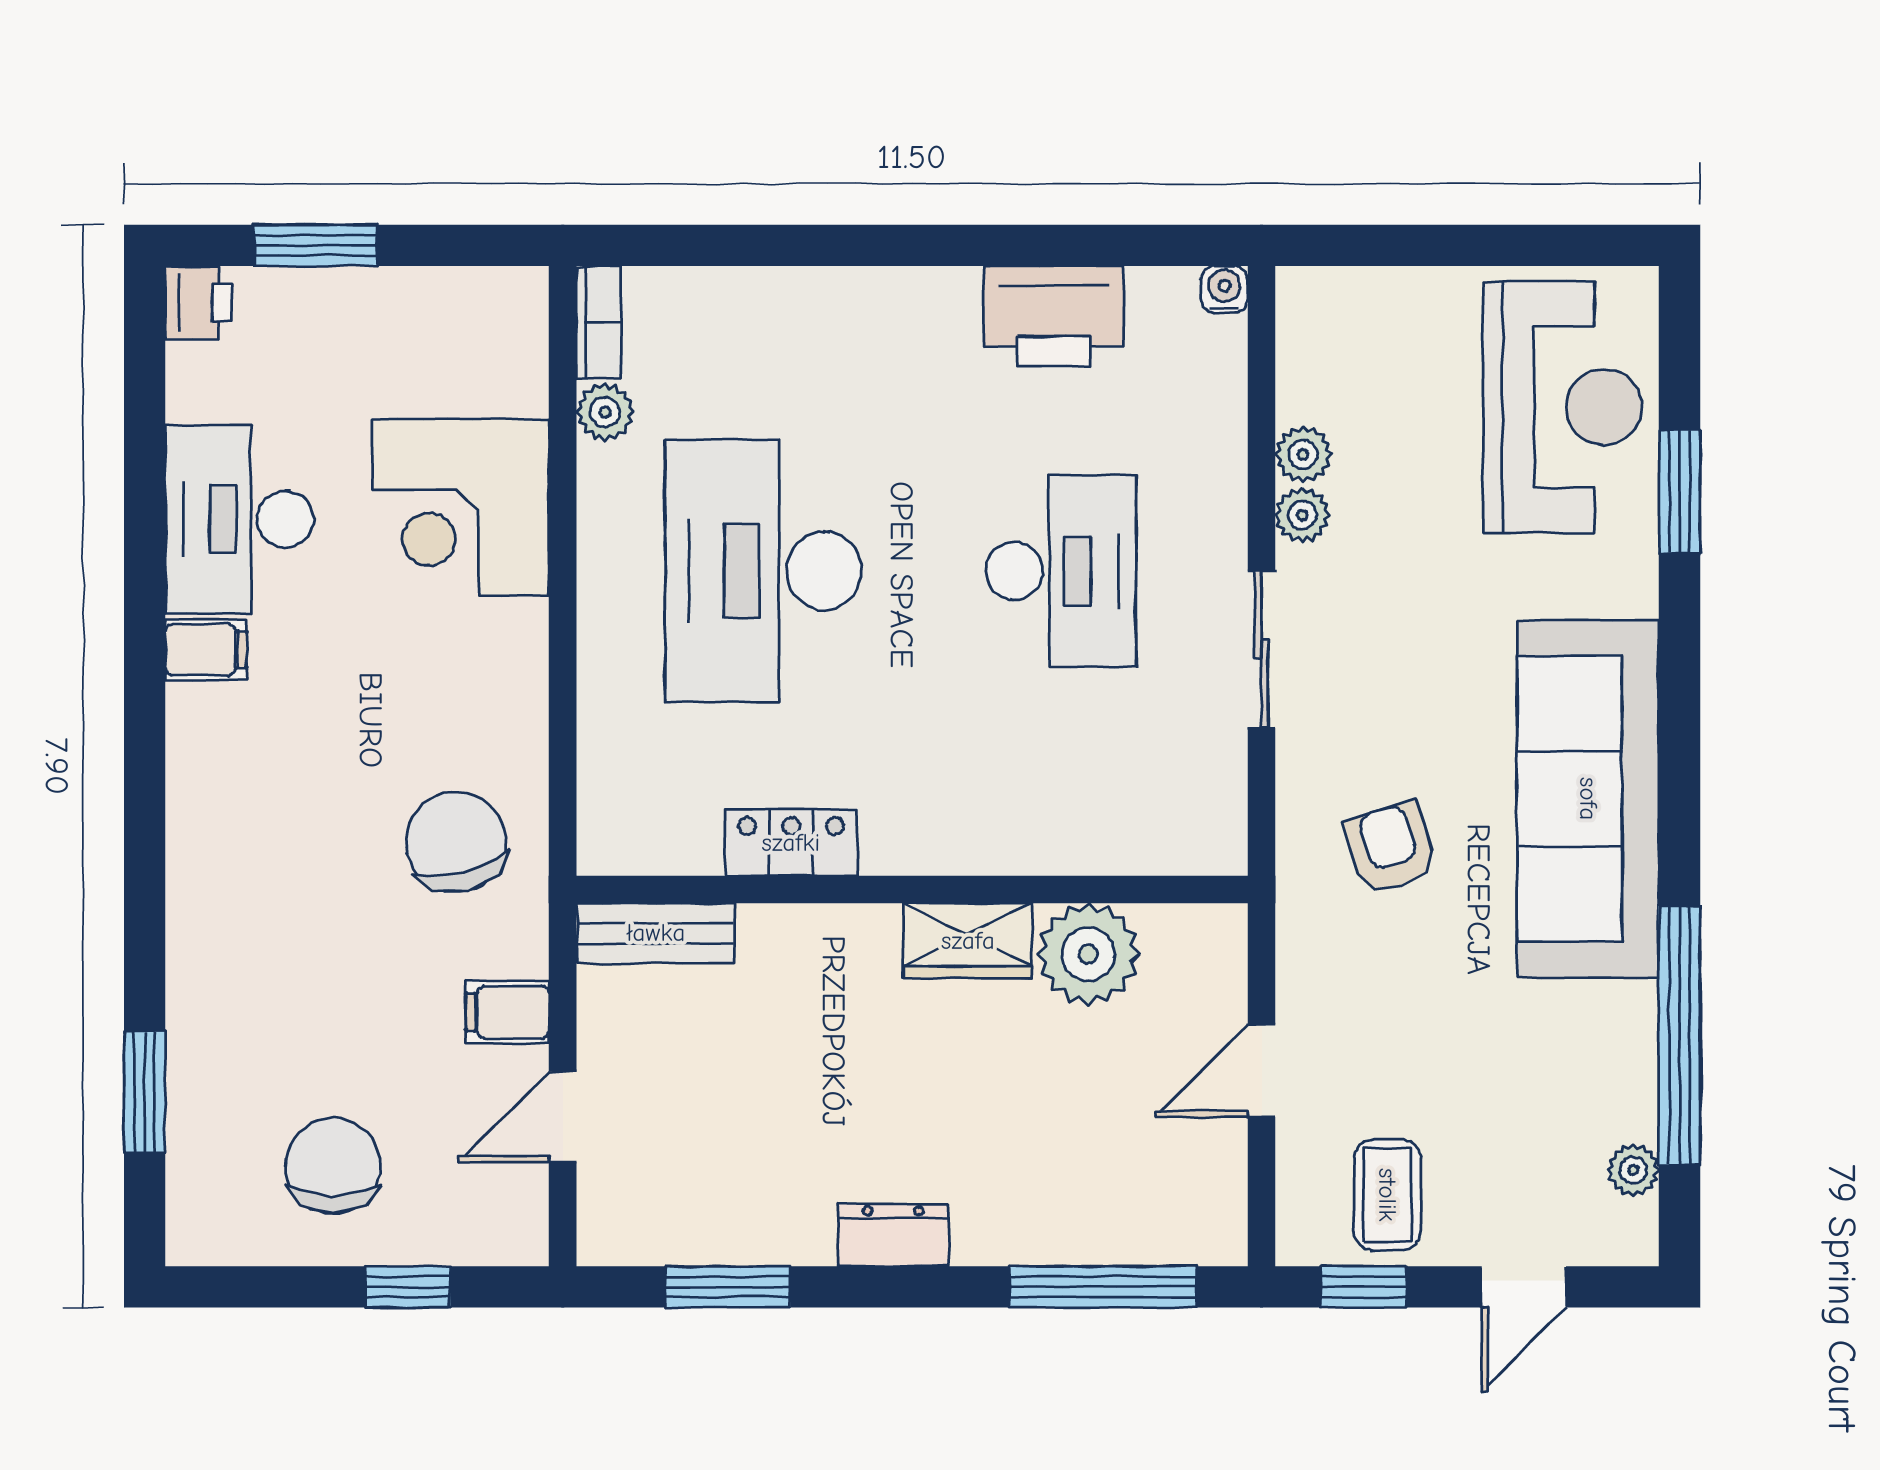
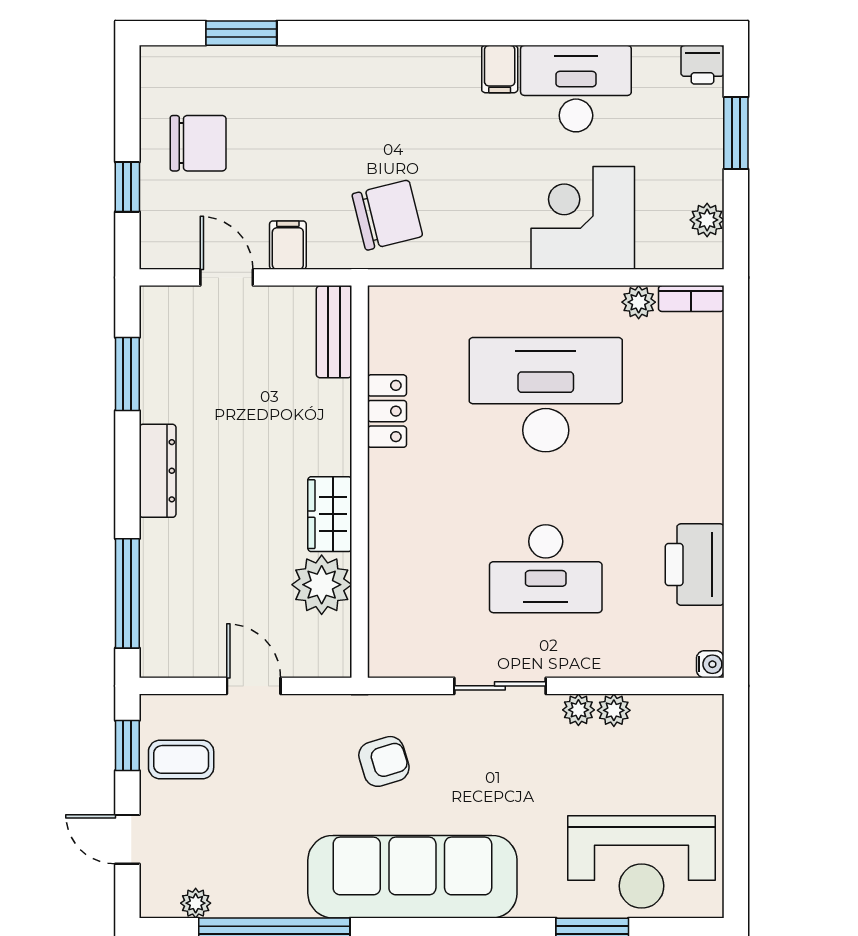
plant: (464, 295) -> (707, 220), added
dresser: (893, 1235) -> (158, 471), width x1.44

